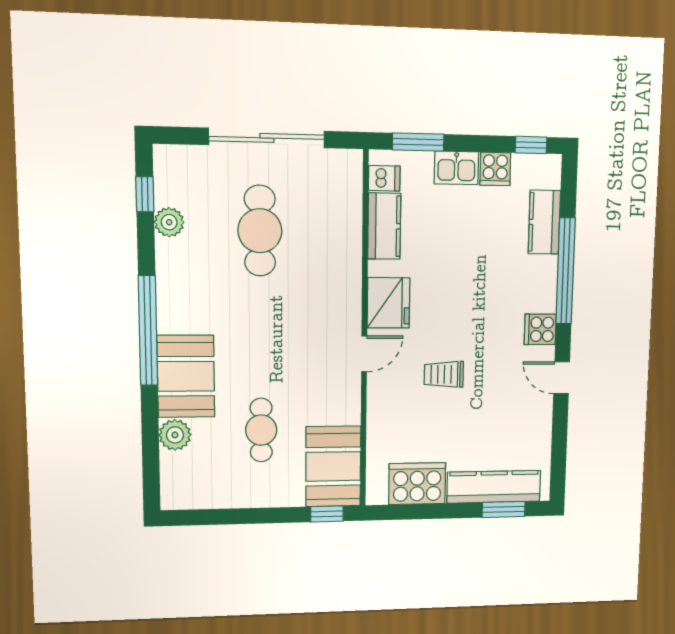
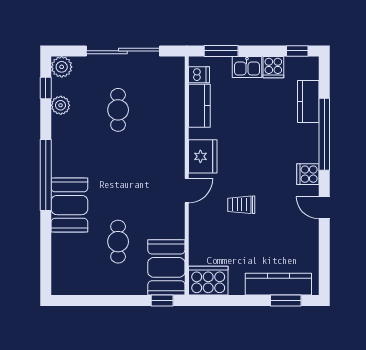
cafe table: (260, 231) -> (118, 110), width x0.73, depth x0.74
plant: (175, 435) -> (62, 67), moved
cooker: (417, 484) -> (208, 281), moved

